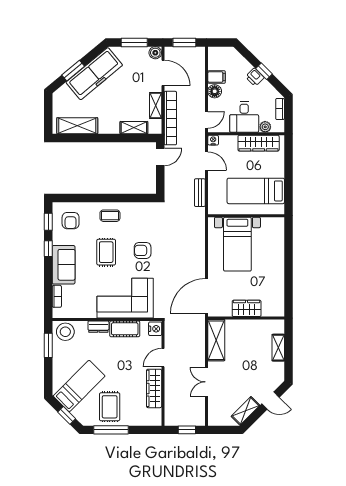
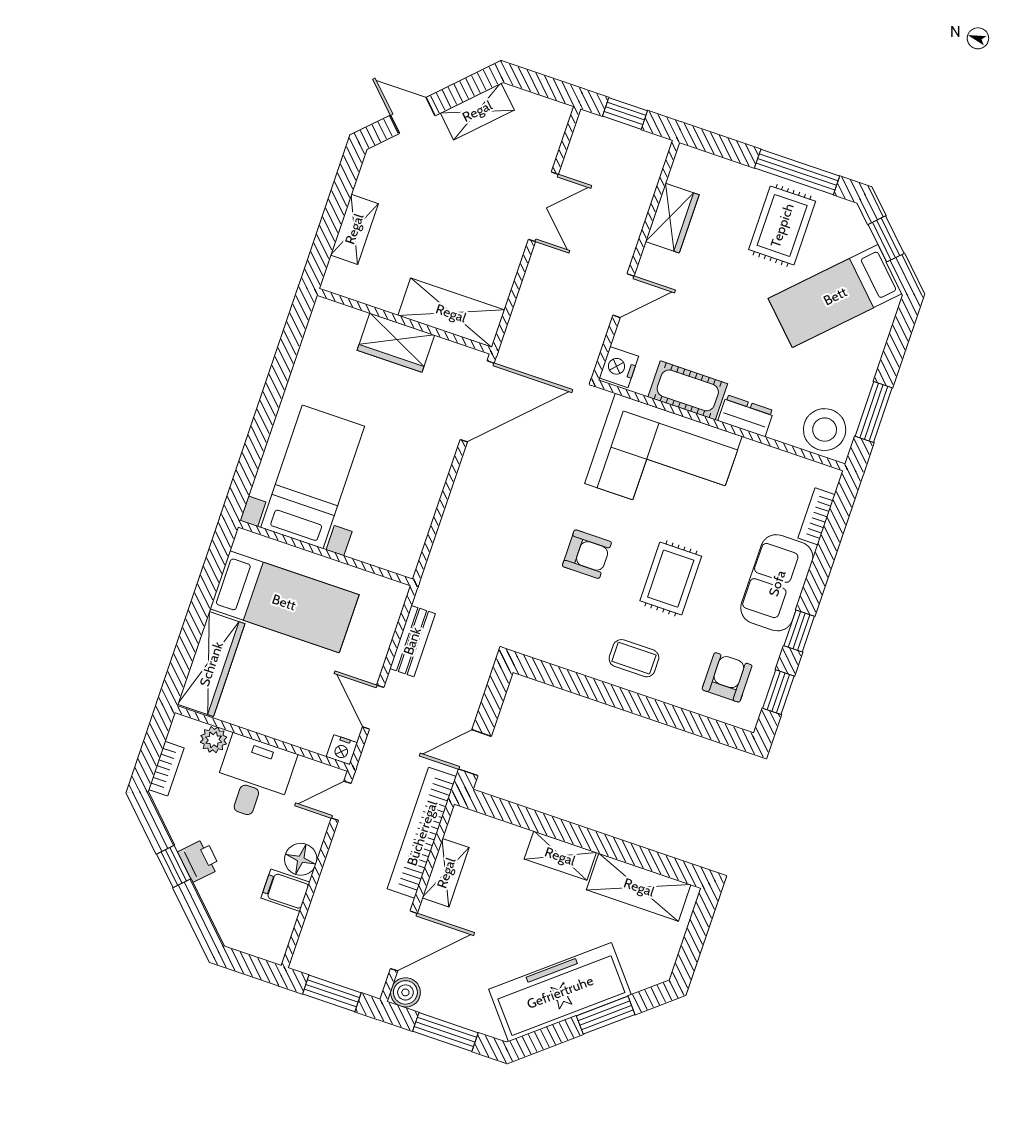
door: (163, 73) -> (404, 941), swing flipped
shelving: (134, 128) -> (560, 856), moved
wardrobe: (259, 143) -> (211, 664), moved, turned 90
bed with nightstands: (237, 244) -> (313, 477), moved
shelving: (216, 340) -> (451, 313), moved, turned 90
wardrobe: (154, 388) -> (672, 218), width x0.67

